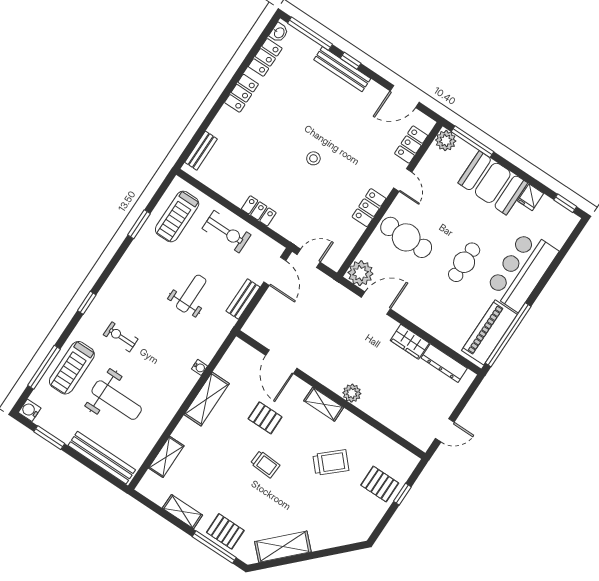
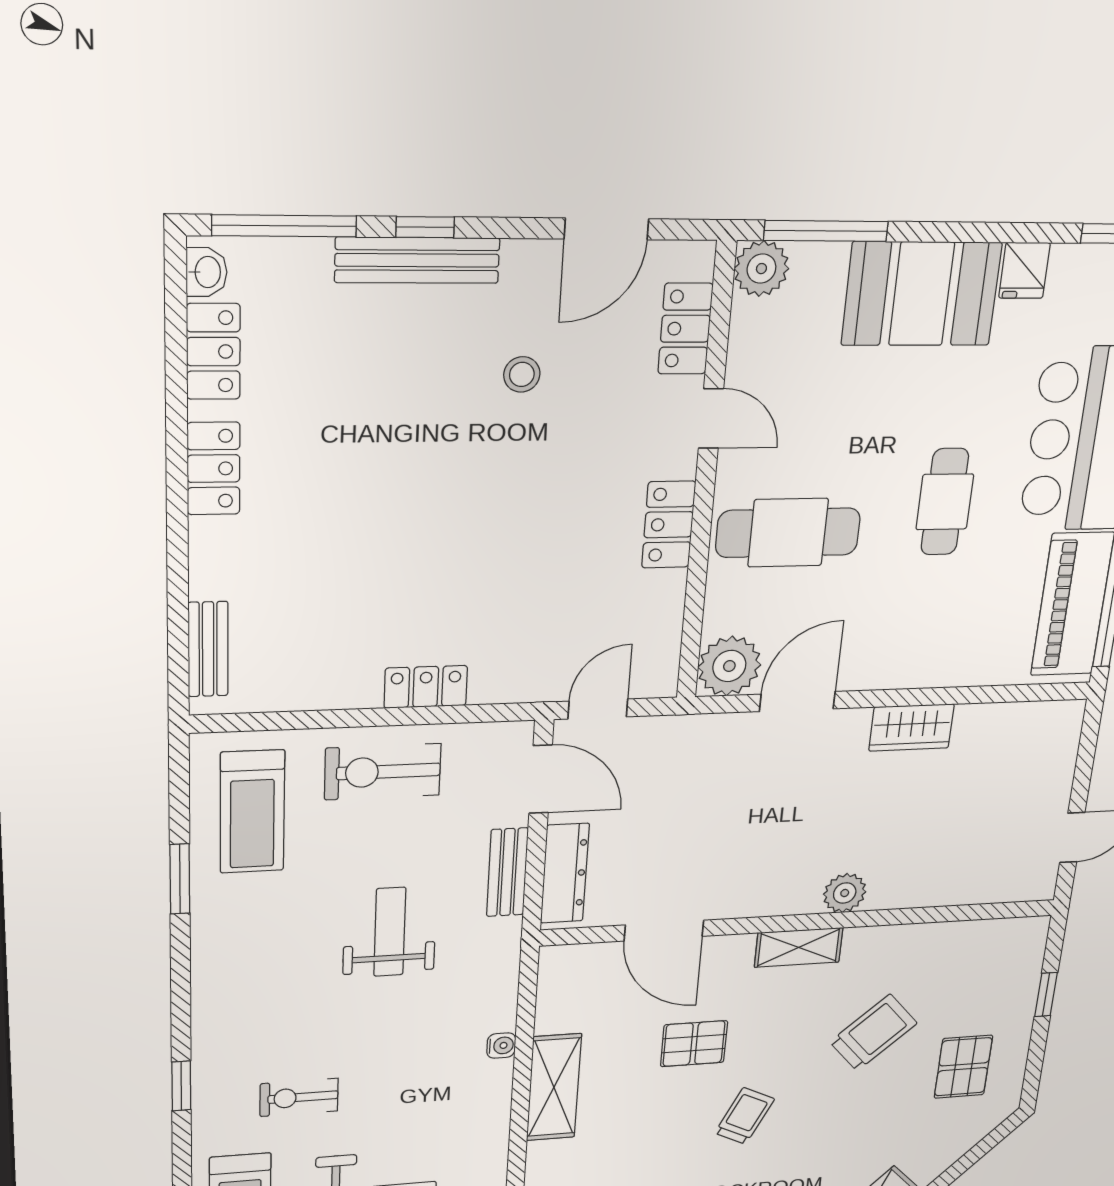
stool: (313, 158) -> (522, 374), moved
exercise bike: (227, 232) -> (383, 772), turned 180
dresser: (444, 363) -> (565, 873), moved, turned -90
trolley: (265, 464) -> (745, 1116), turned -67
pallet: (380, 484) -> (963, 1067), moved, turned 90

